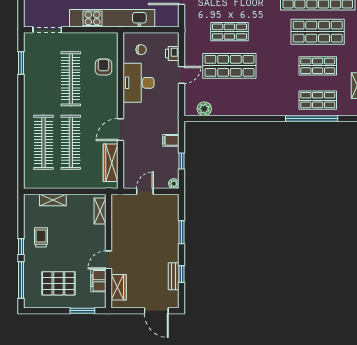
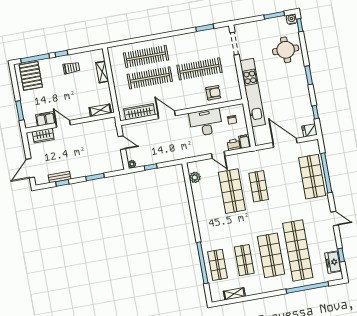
filing cabinet: (171, 140) -> (244, 141), moved
pallet: (58, 283) -> (31, 76), moved

